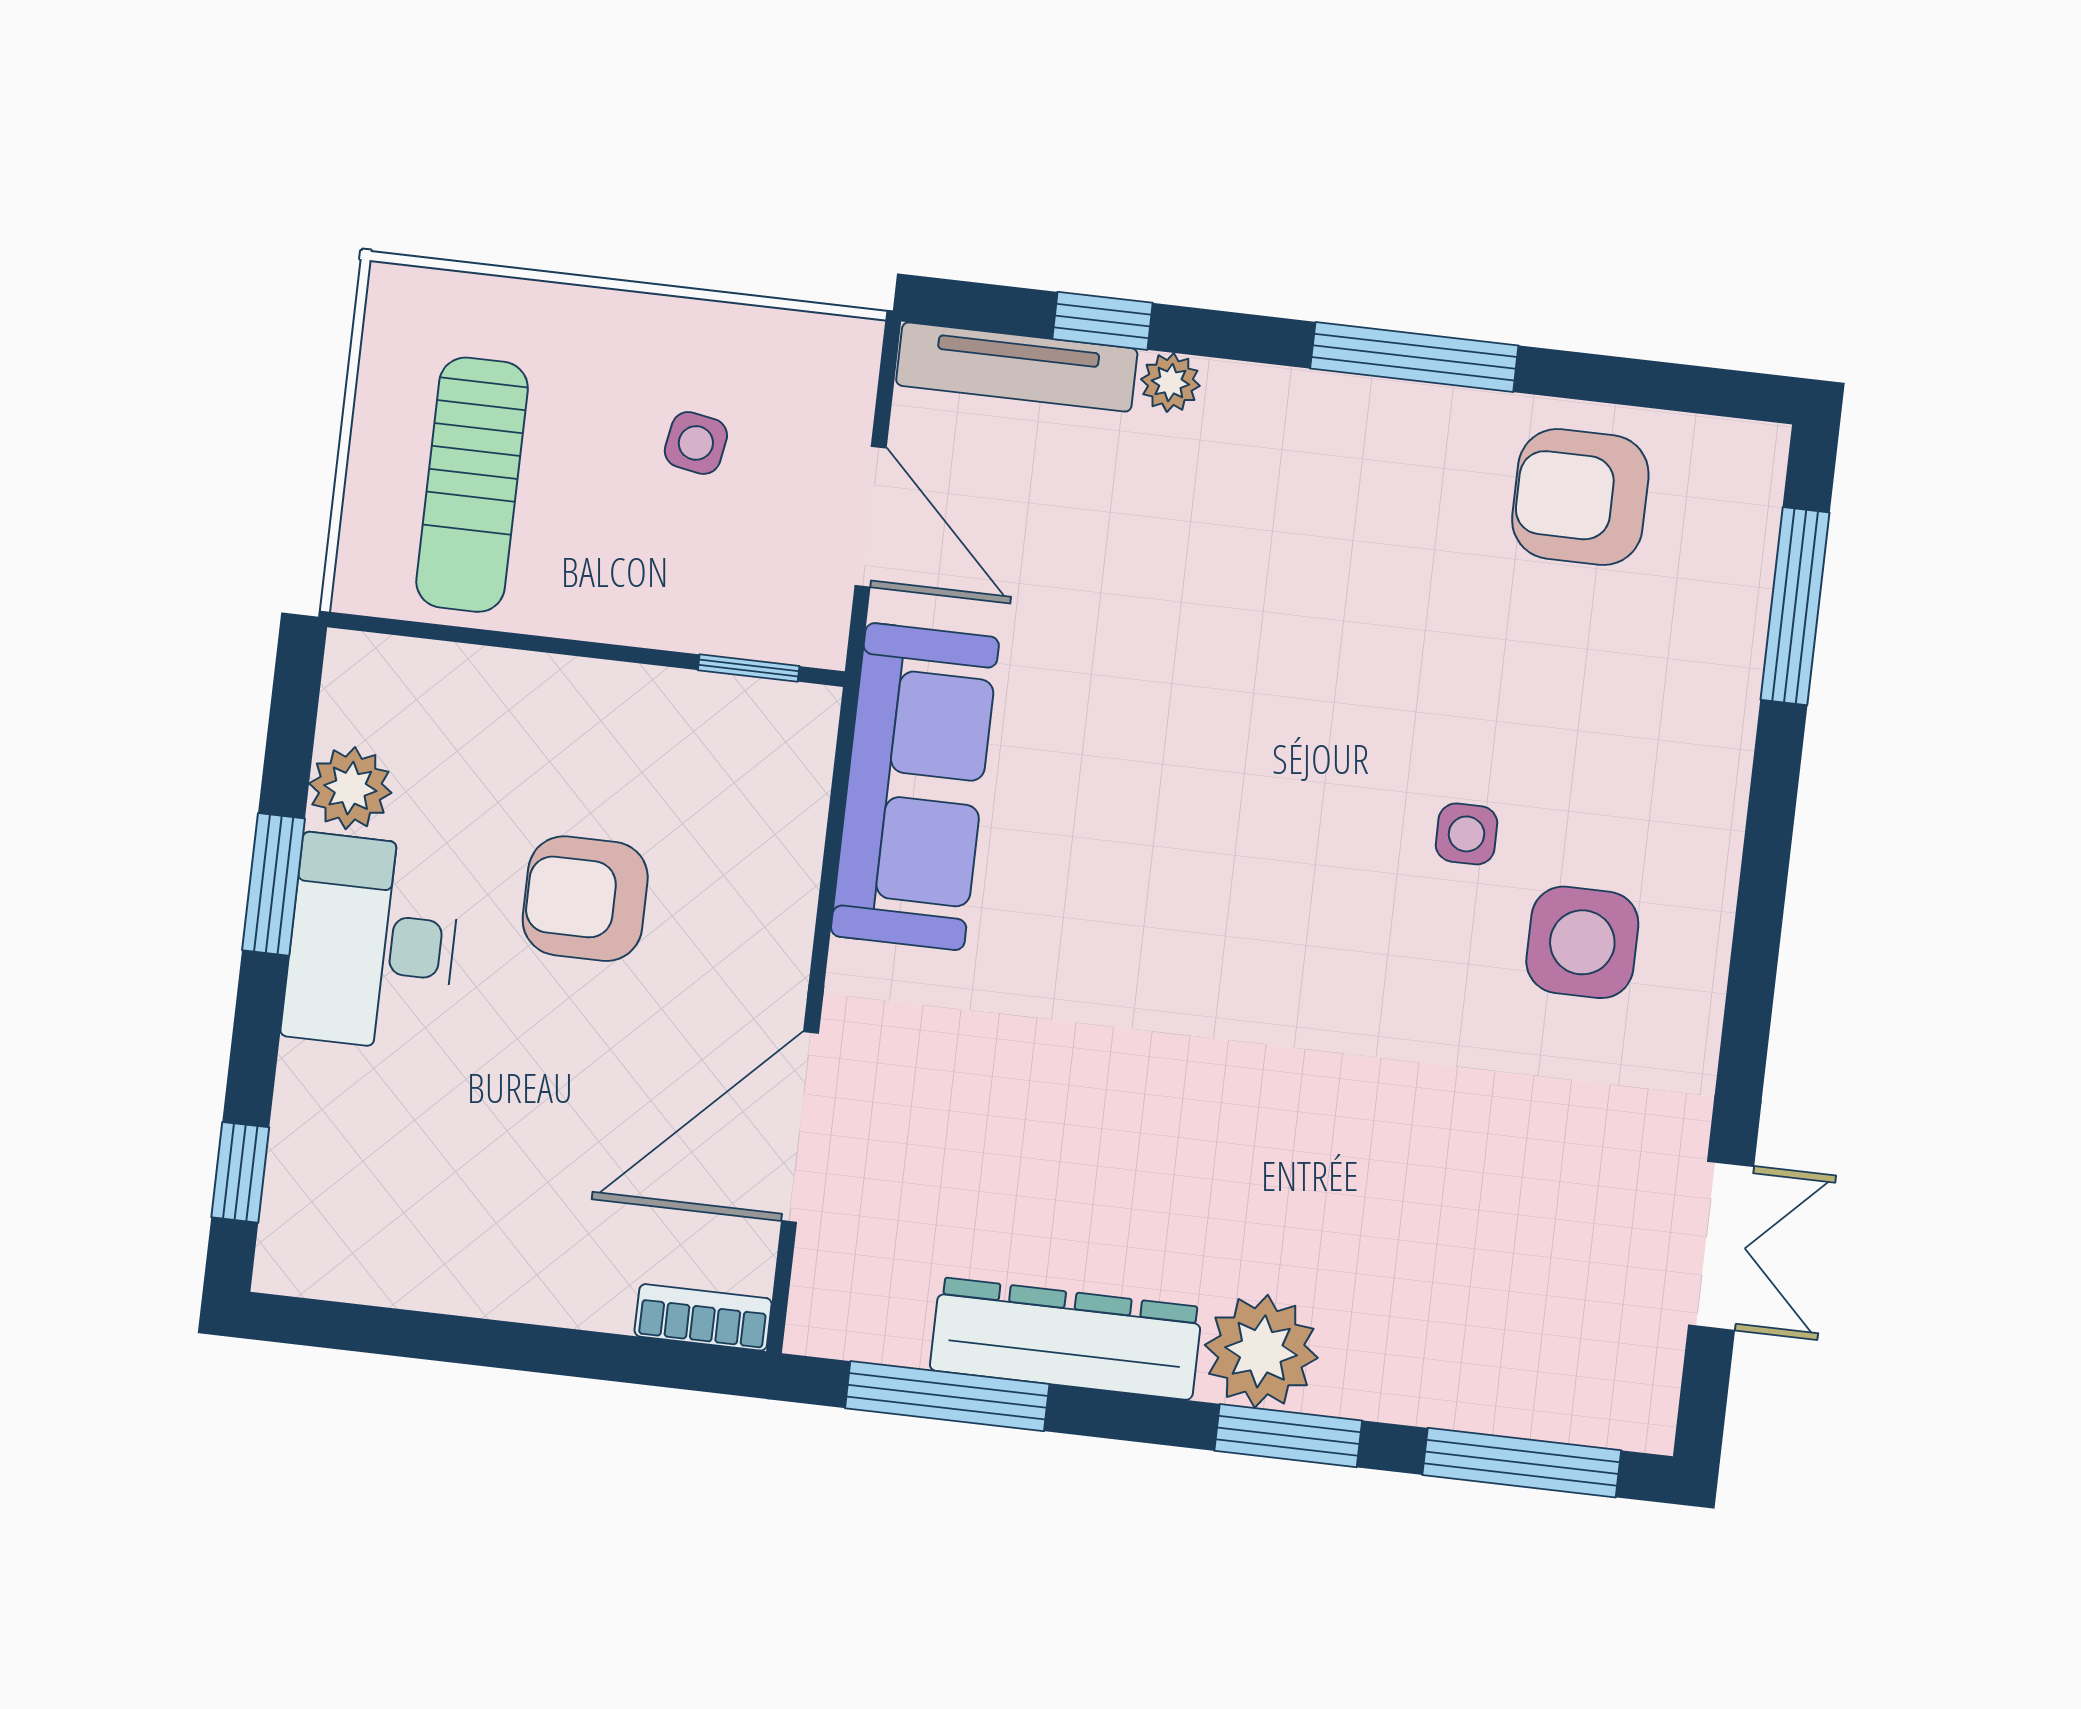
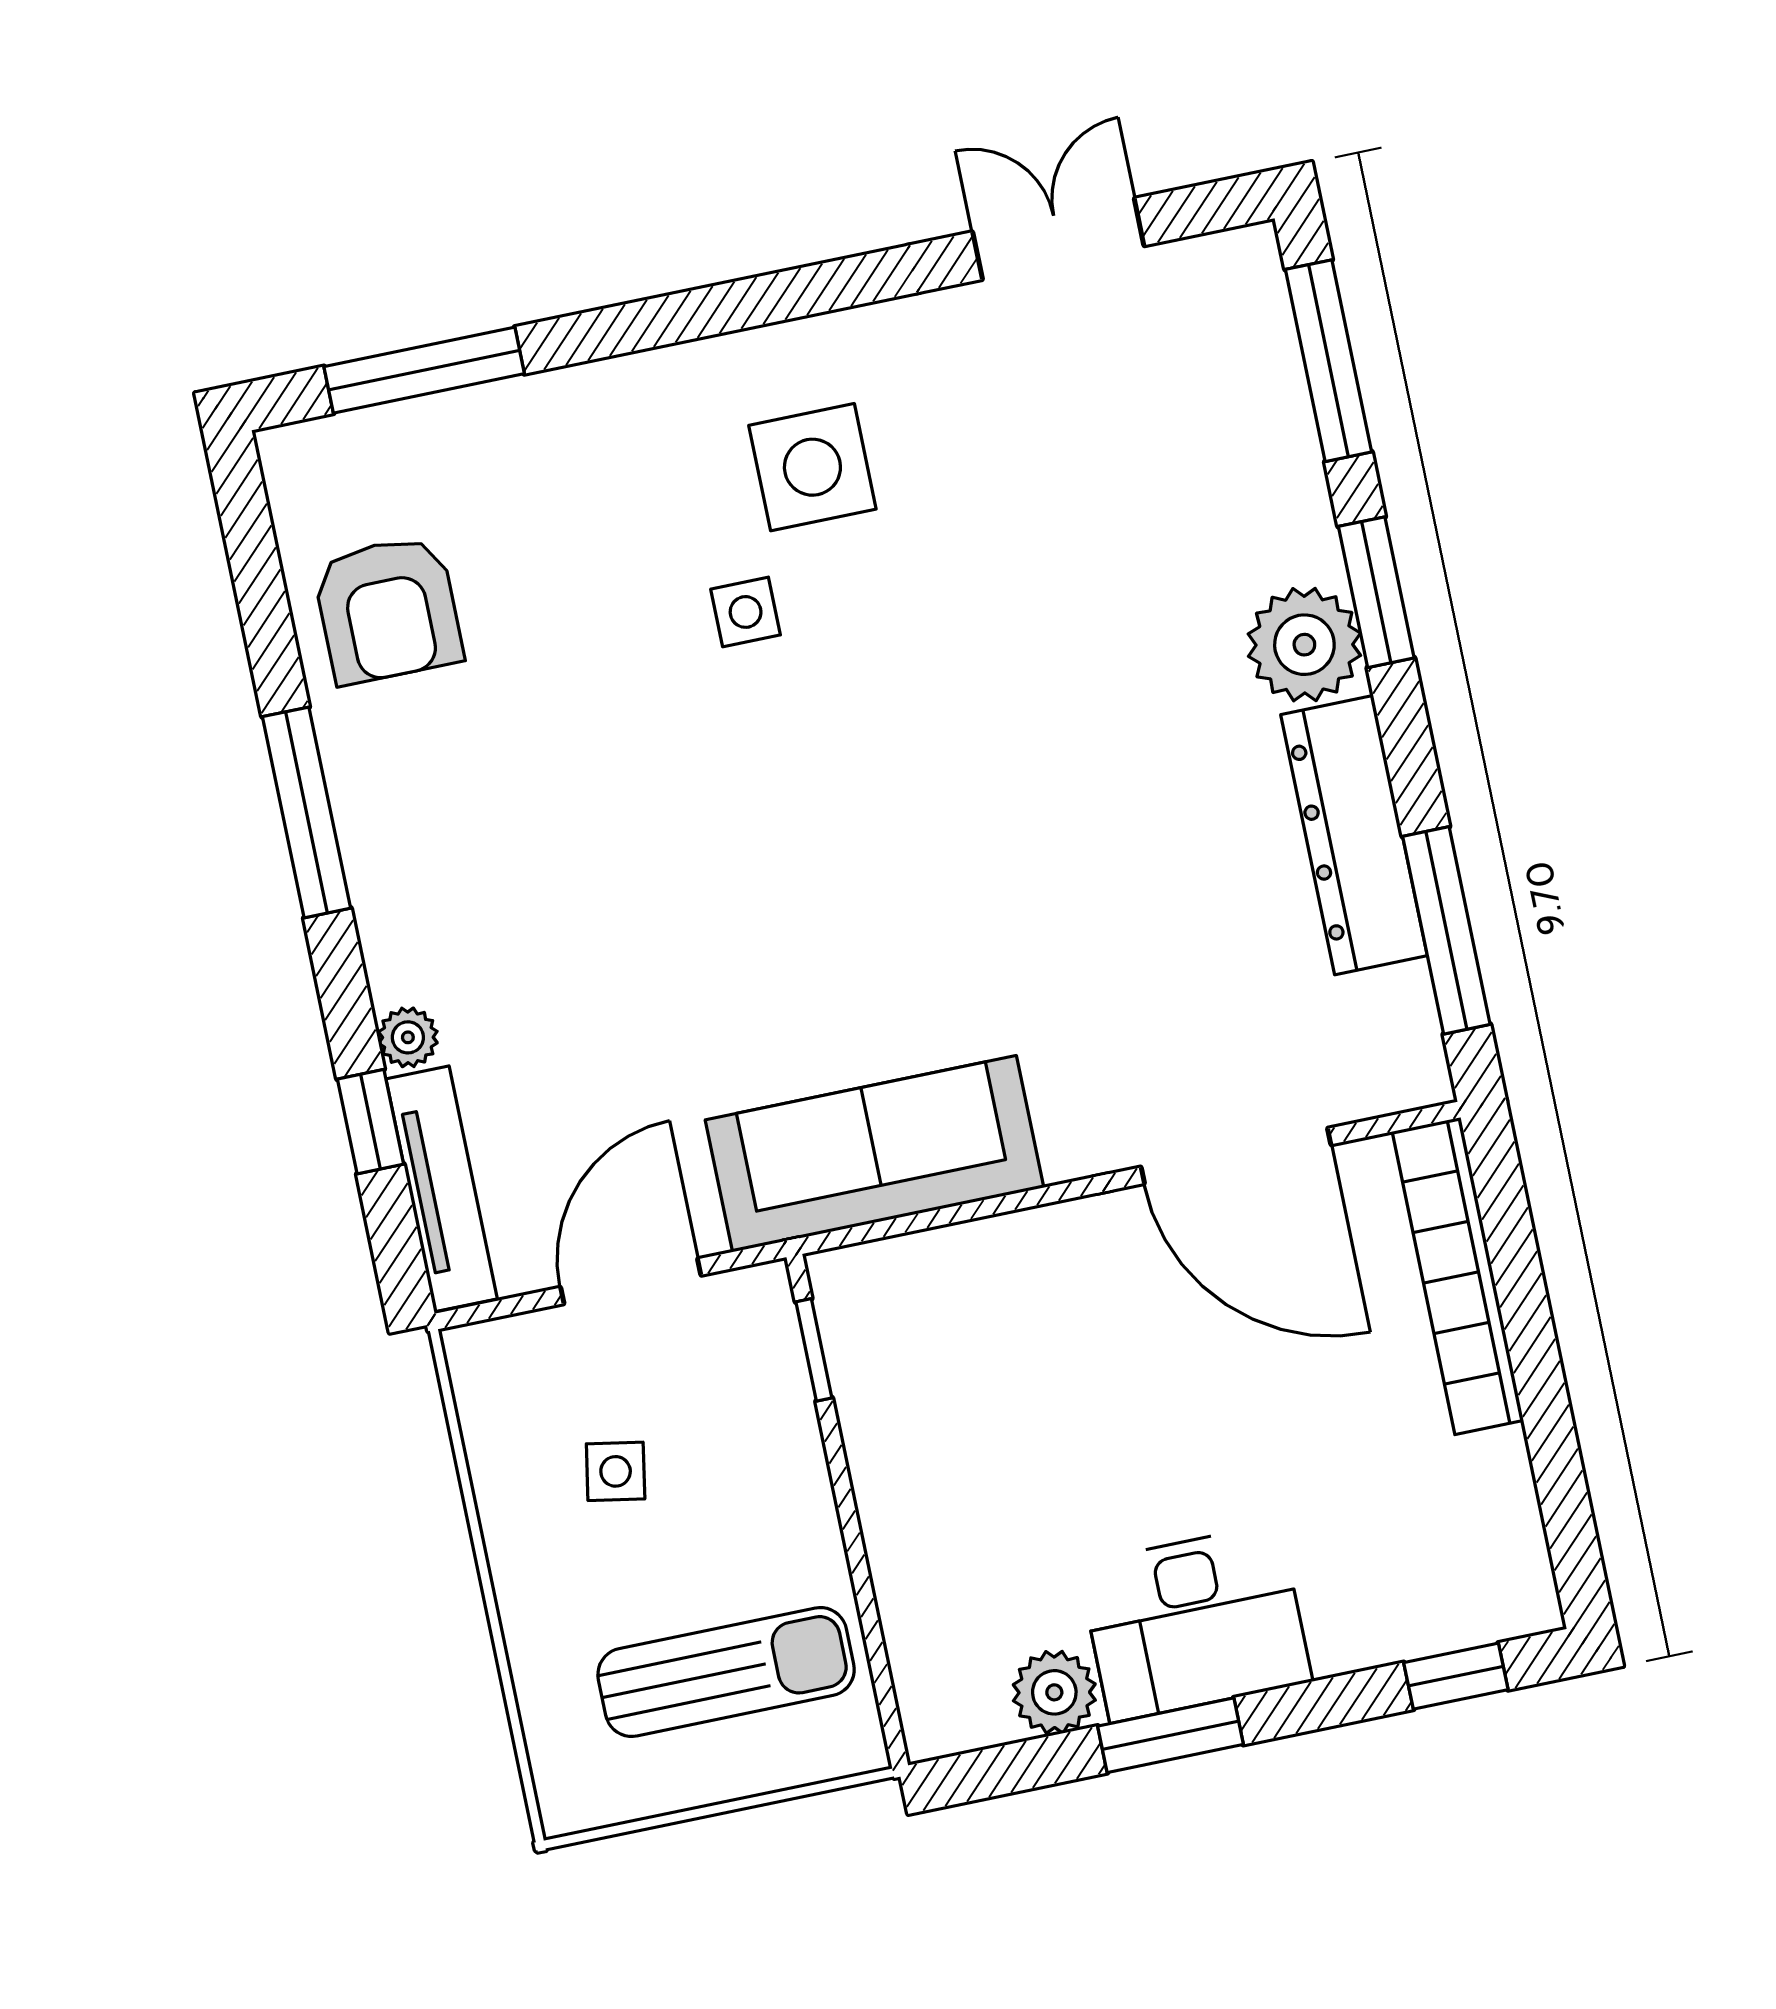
armchair: (585, 899) -> (1086, 1433), removed
bookcase: (703, 1317) -> (1458, 1276), width x2.31, depth x1.31

